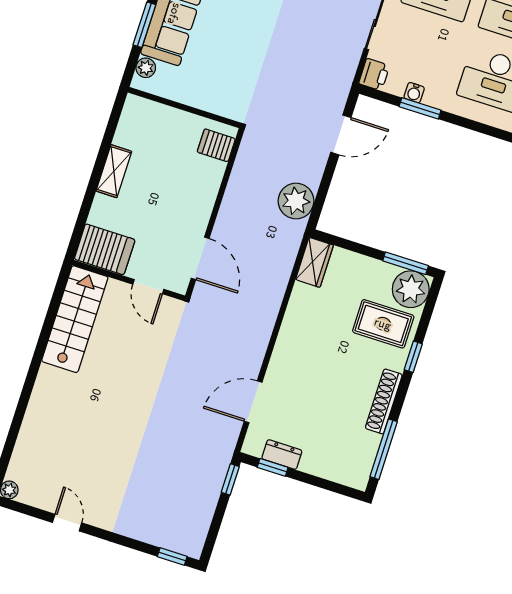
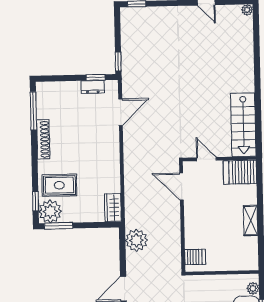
window: (413, 357) -> (35, 201), moved

